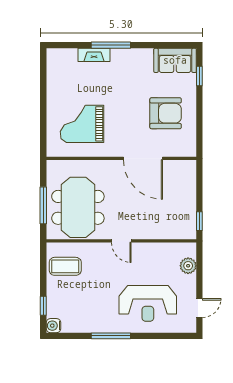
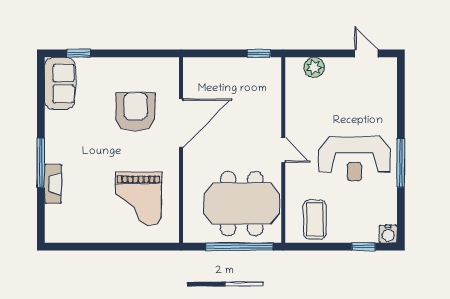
armchair: (166, 113) -> (136, 112), moved
window: (43, 205) -> (239, 247), width x1.46
door: (121, 241) -> (283, 150), hinge flipped
reception desk: (148, 303) -> (354, 159), moved, turned 90

